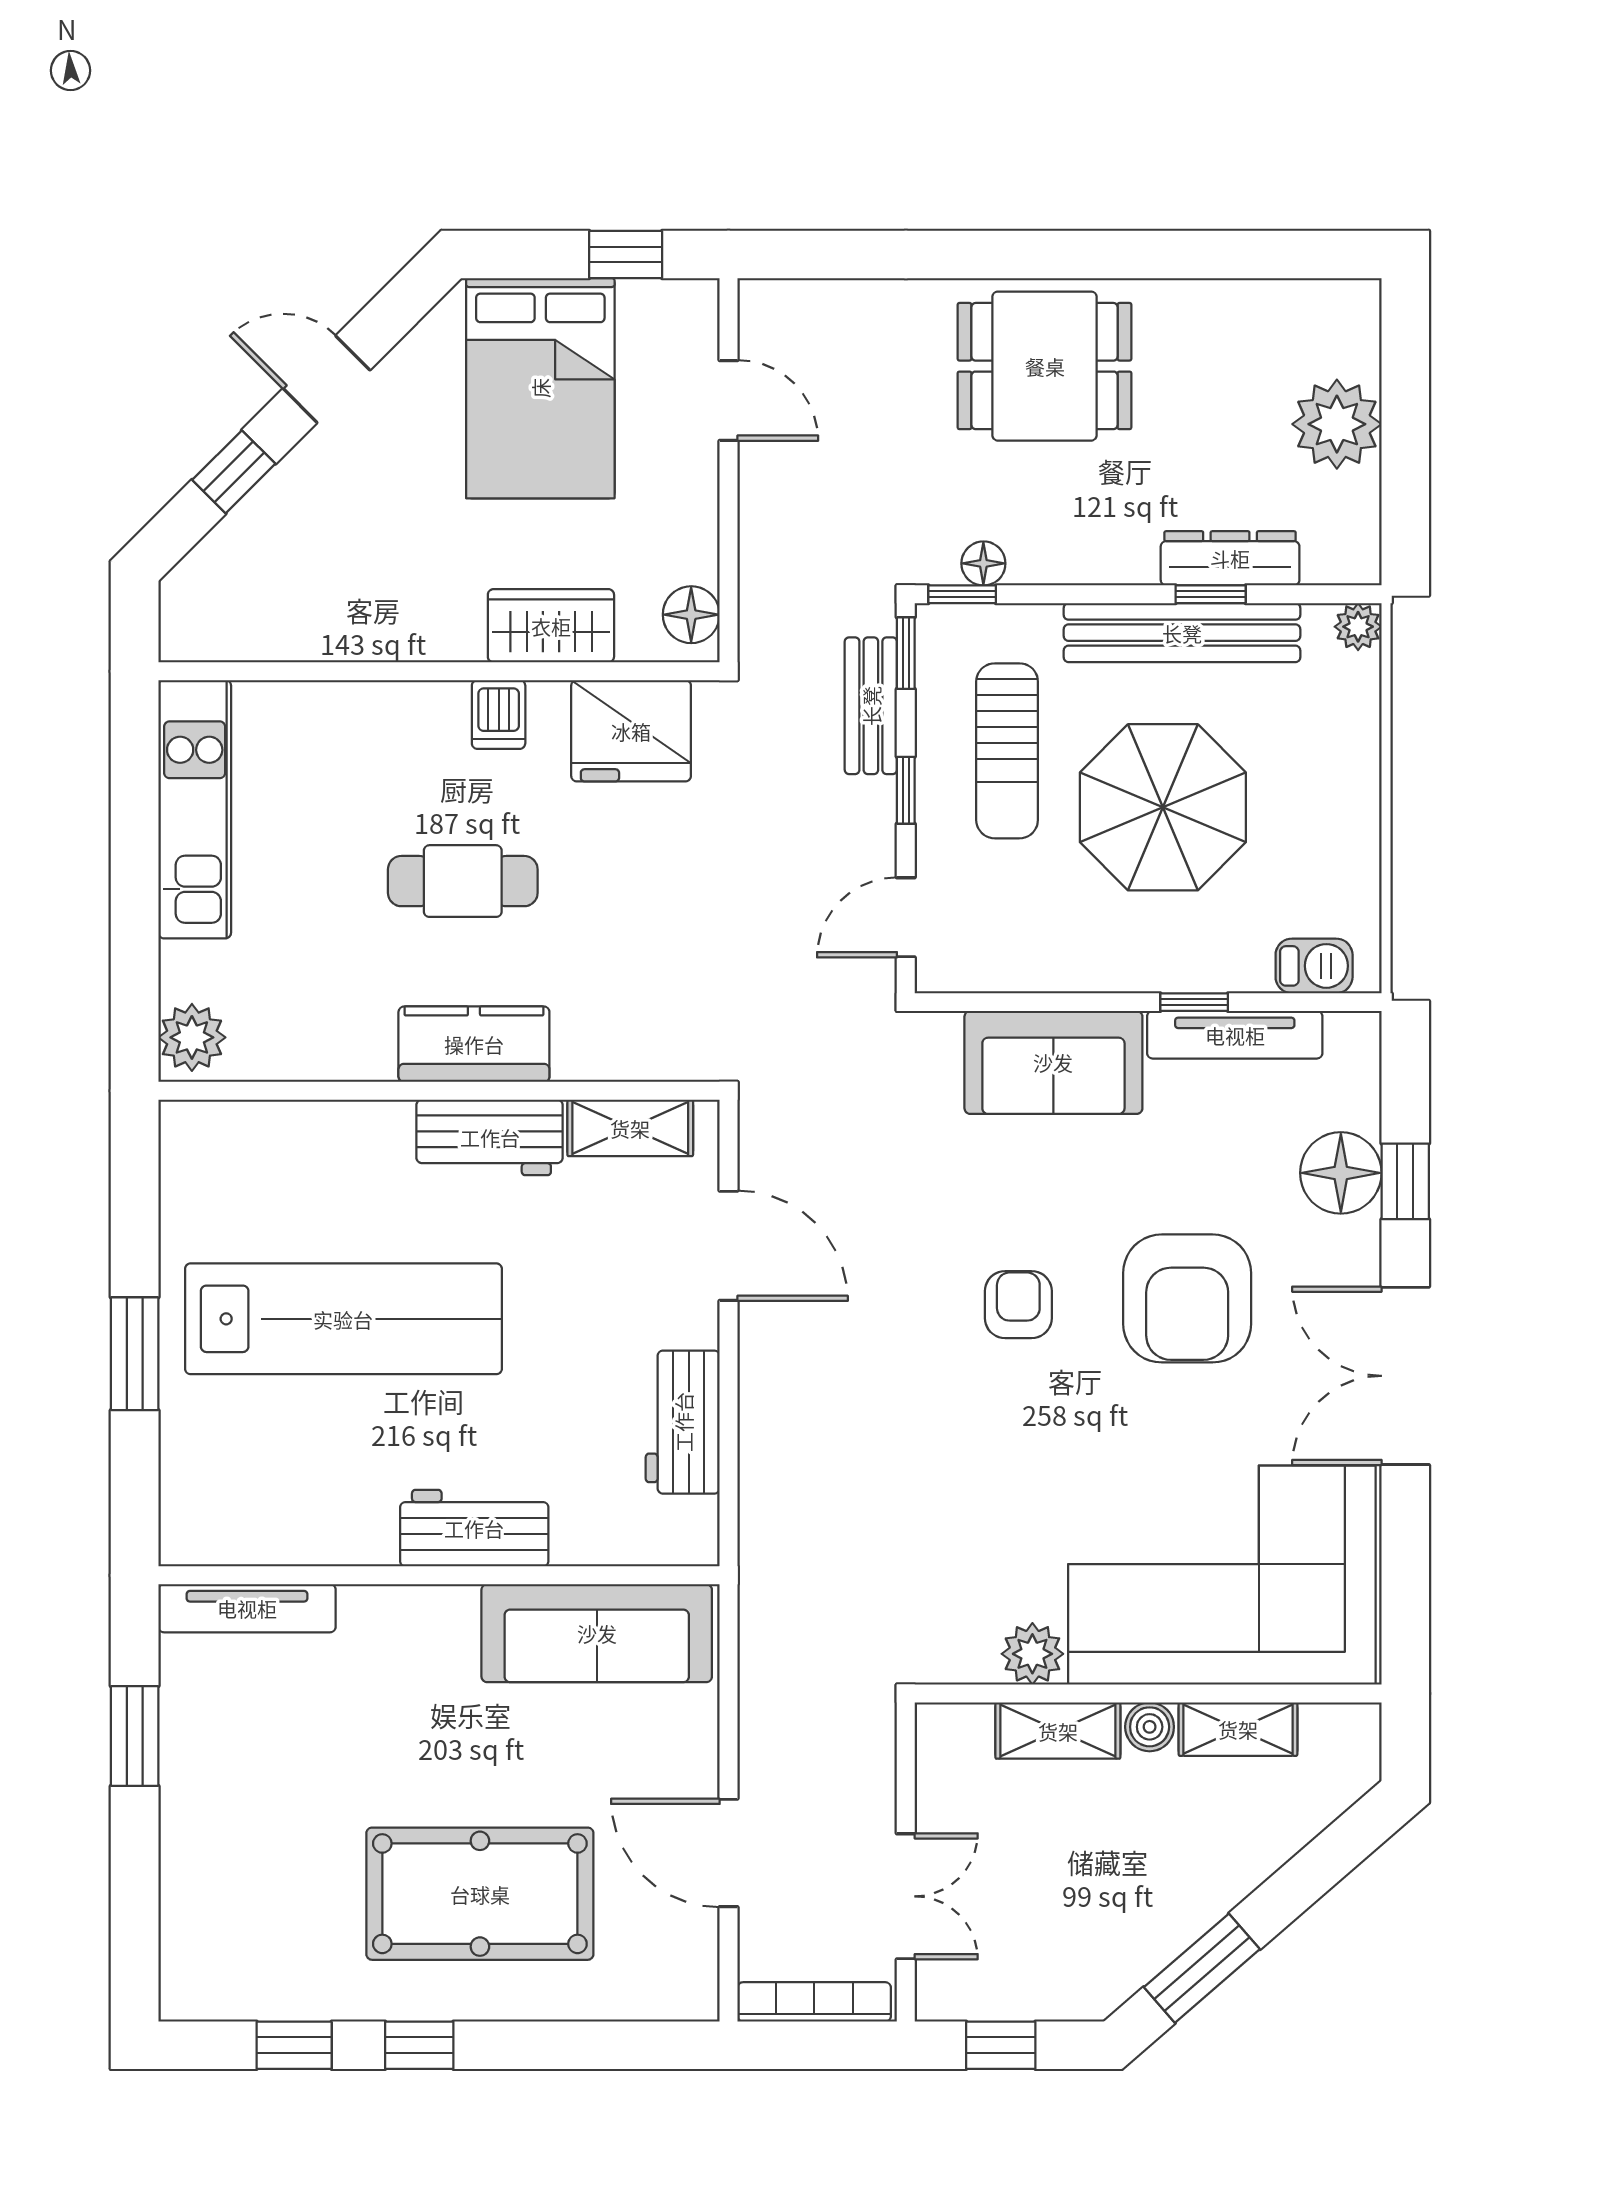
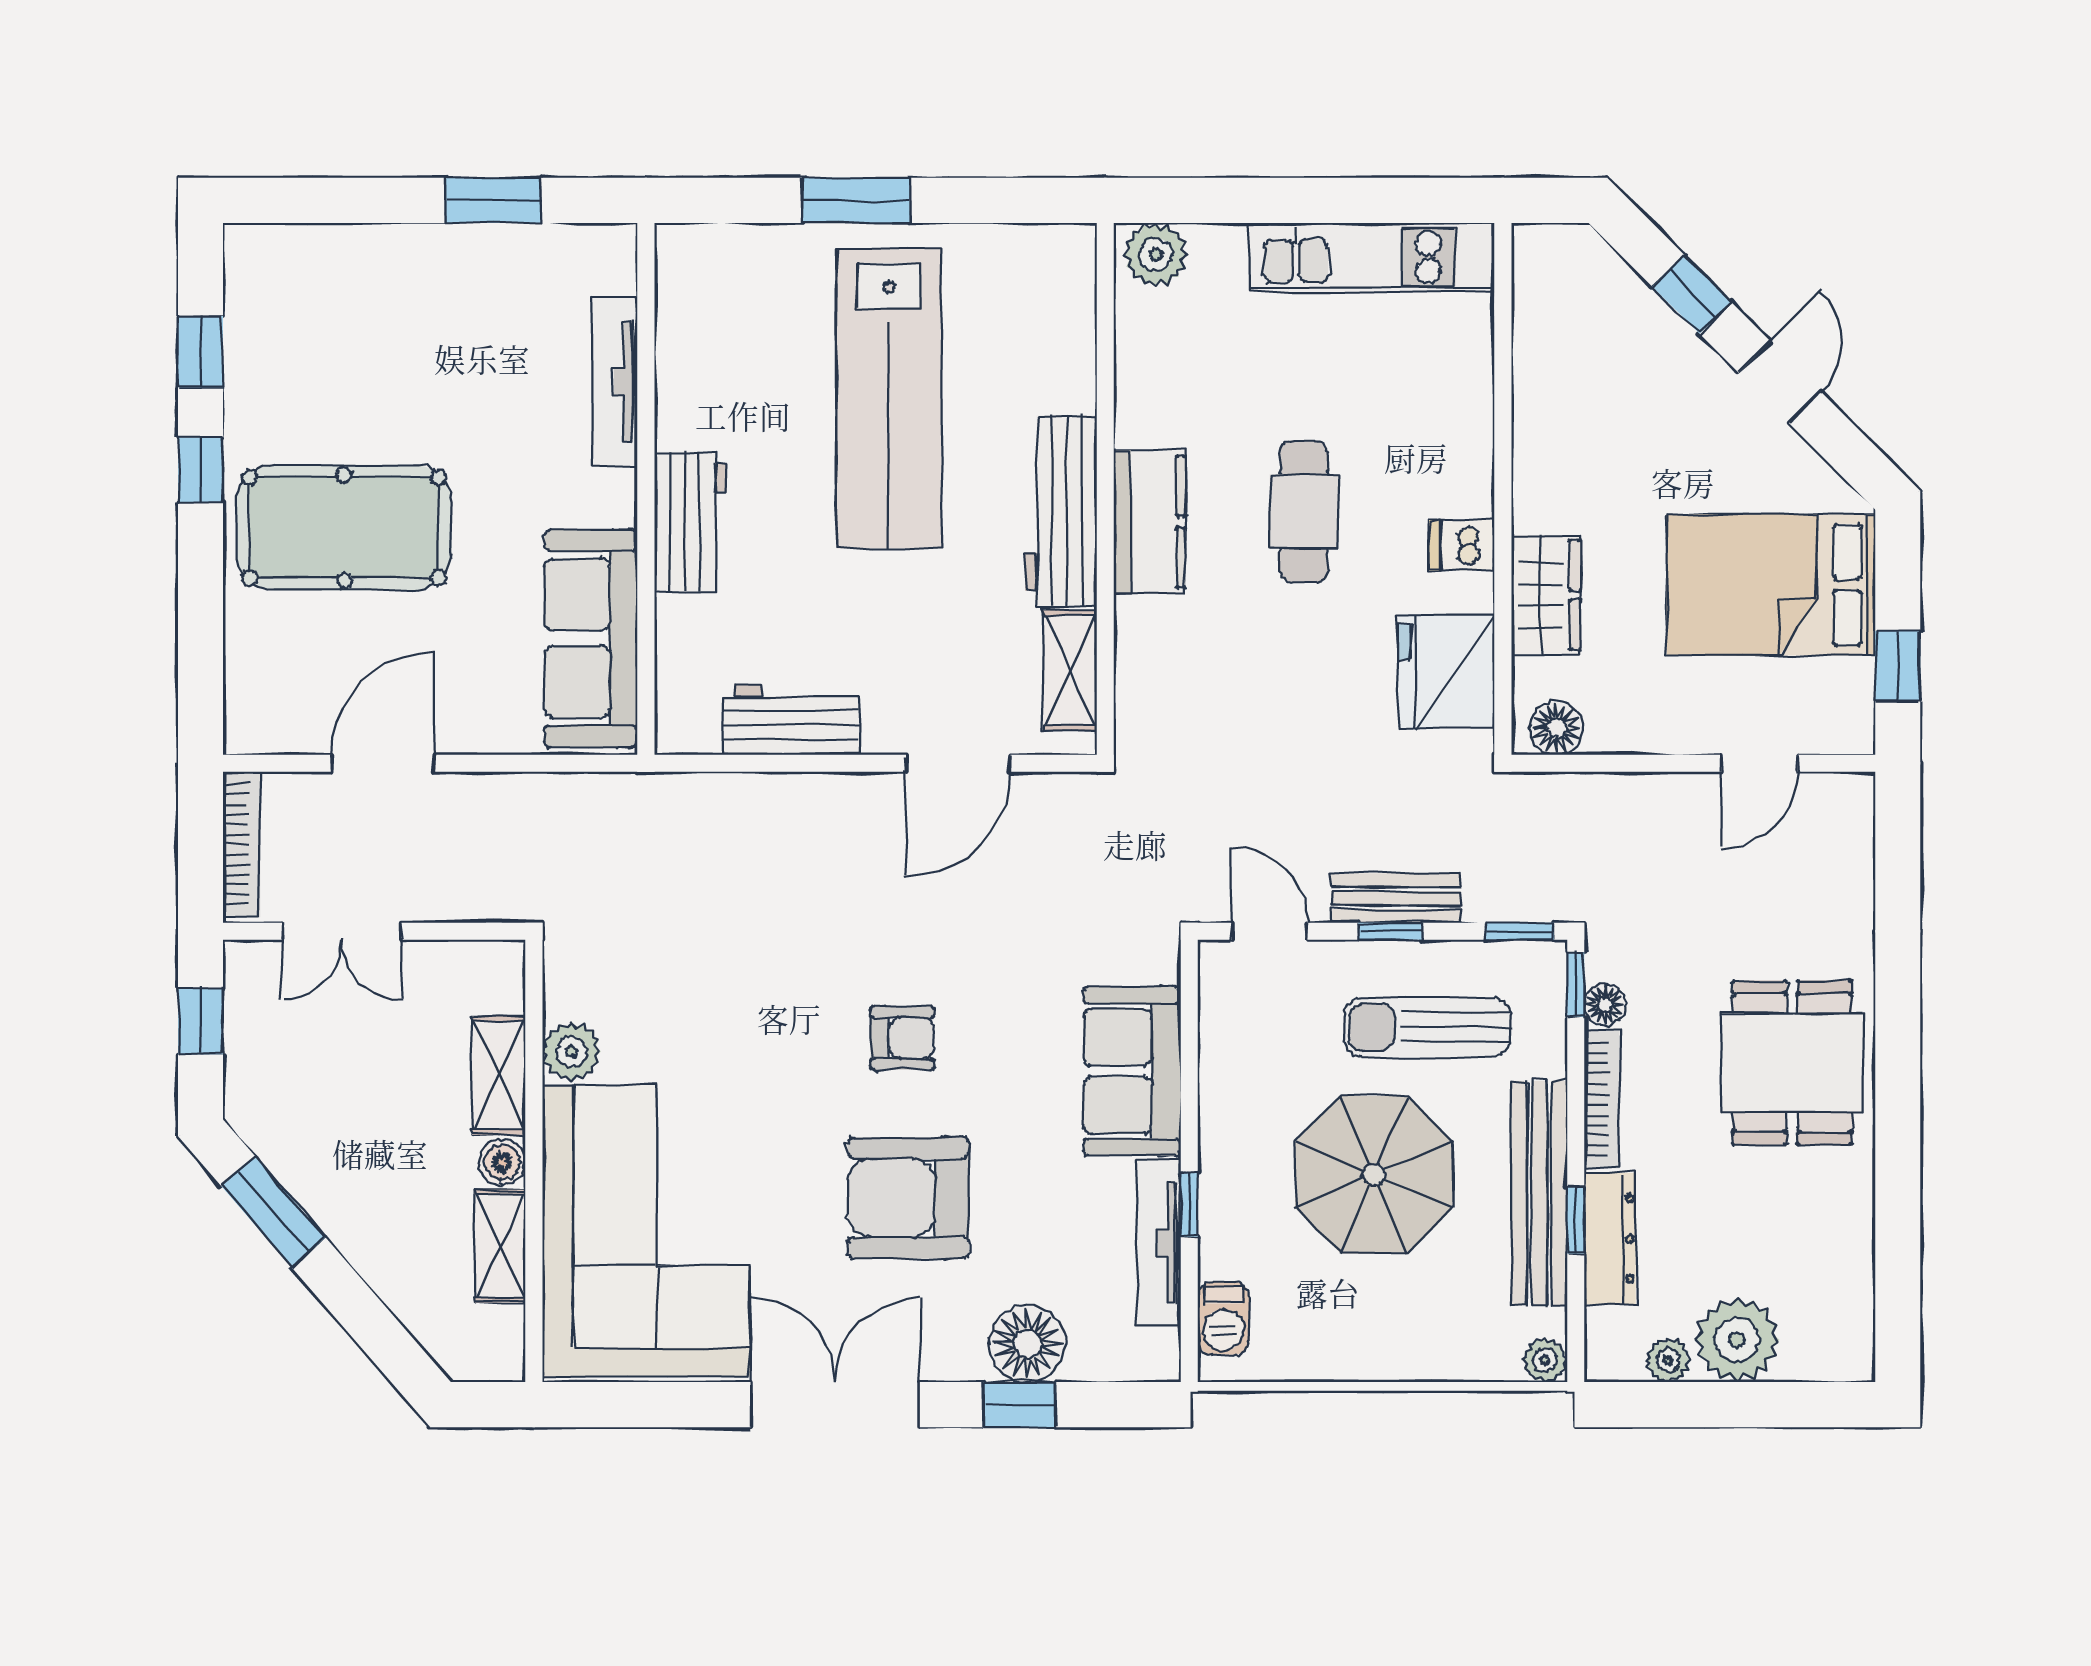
plant: (1358, 497) -> (1668, 1360), added
bookcase: (1083, 567) -> (1602, 1099), added
bench: (871, 706) -> (1396, 898), moved
workbench: (490, 1137) -> (1061, 511), width x1.37
tv unit: (247, 1608) -> (615, 382), moved
pool table: (480, 1894) -> (344, 528), turned 90

